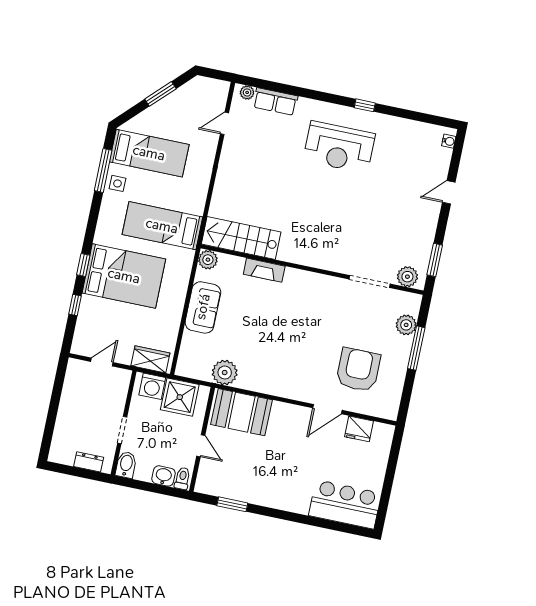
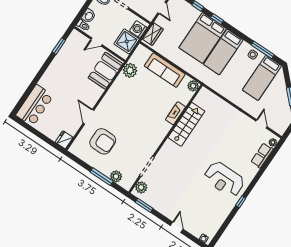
reception desk: (339, 147) -> (224, 179), turned -90
bed: (162, 226) -> (223, 52), moved, turned 180
stairs: (241, 238) -> (186, 124), moved
sofa: (203, 307) -> (165, 70), width x1.36
fridge: (359, 429) -> (64, 140), moved

